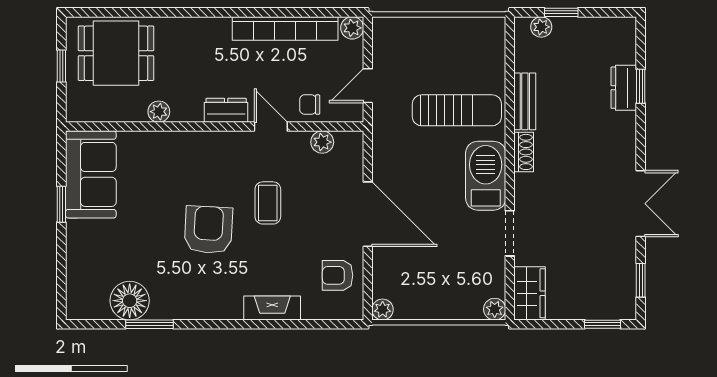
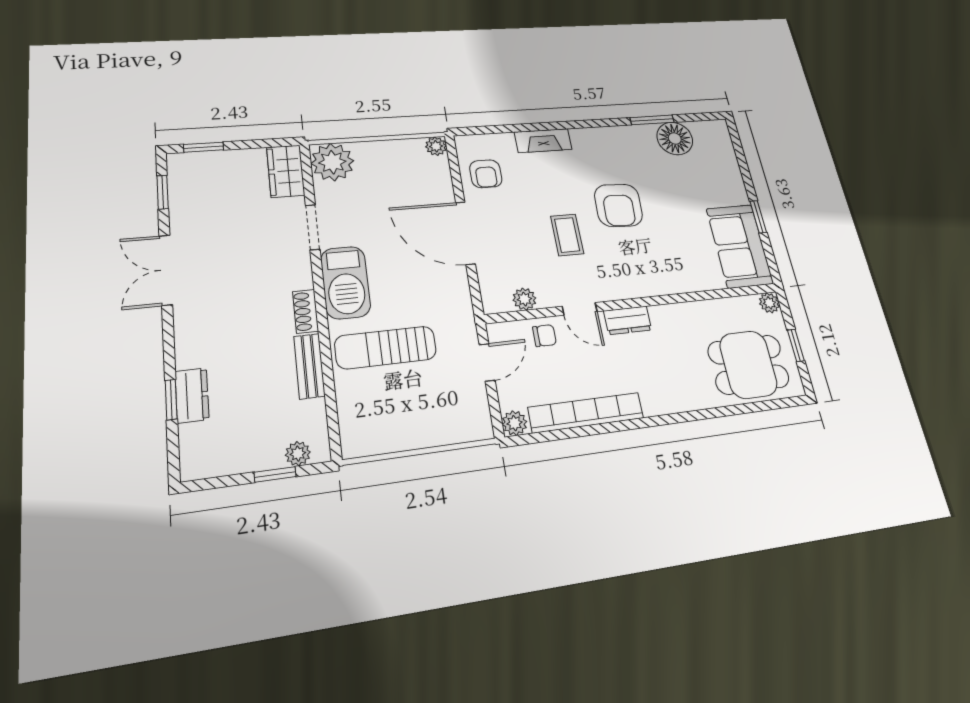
plant: (159, 112) -> (769, 303), moved
armchair: (338, 275) -> (486, 174), turned 90
plant: (495, 309) -> (332, 162), width x1.87, depth x1.87

